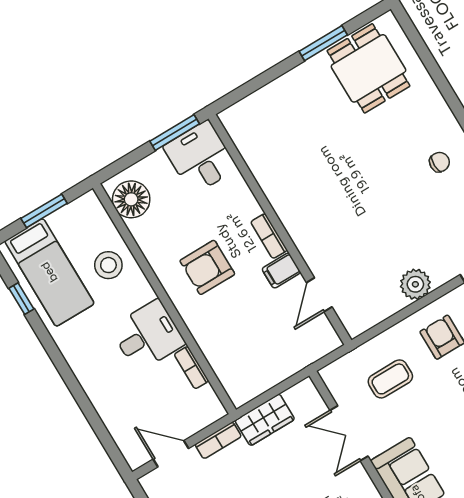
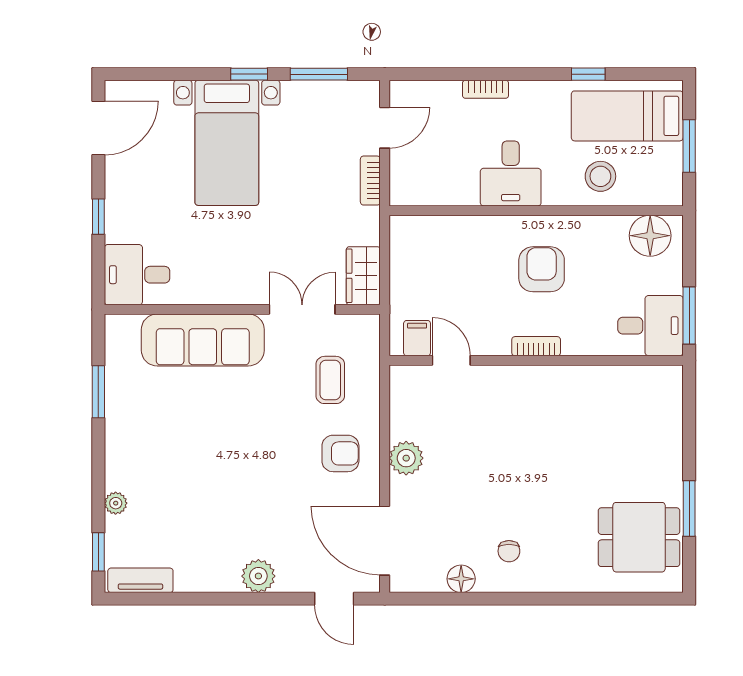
filing cabinet: (281, 271) -> (417, 338), moved
window: (21, 299) -> (588, 74), moved
bookcase: (191, 368) -> (486, 89), moved, turned 180
wardrobe: (265, 420) -> (363, 276), moved

